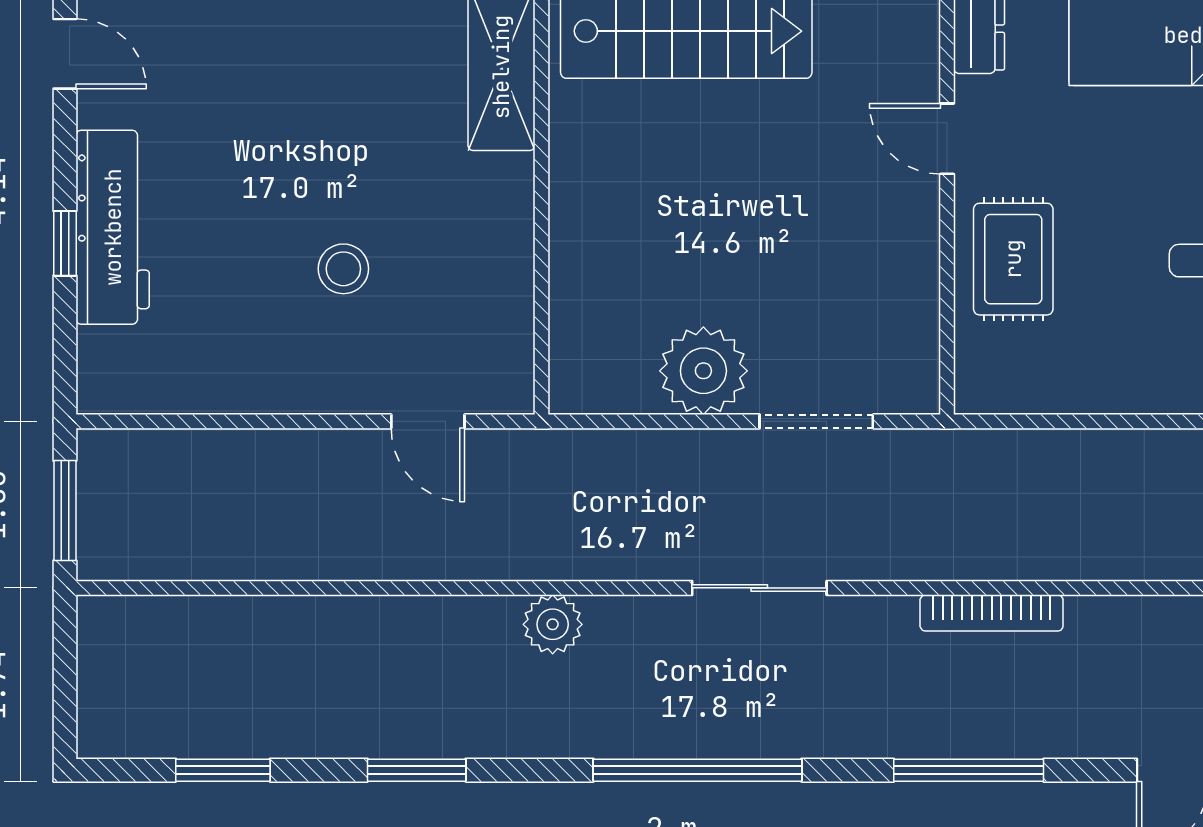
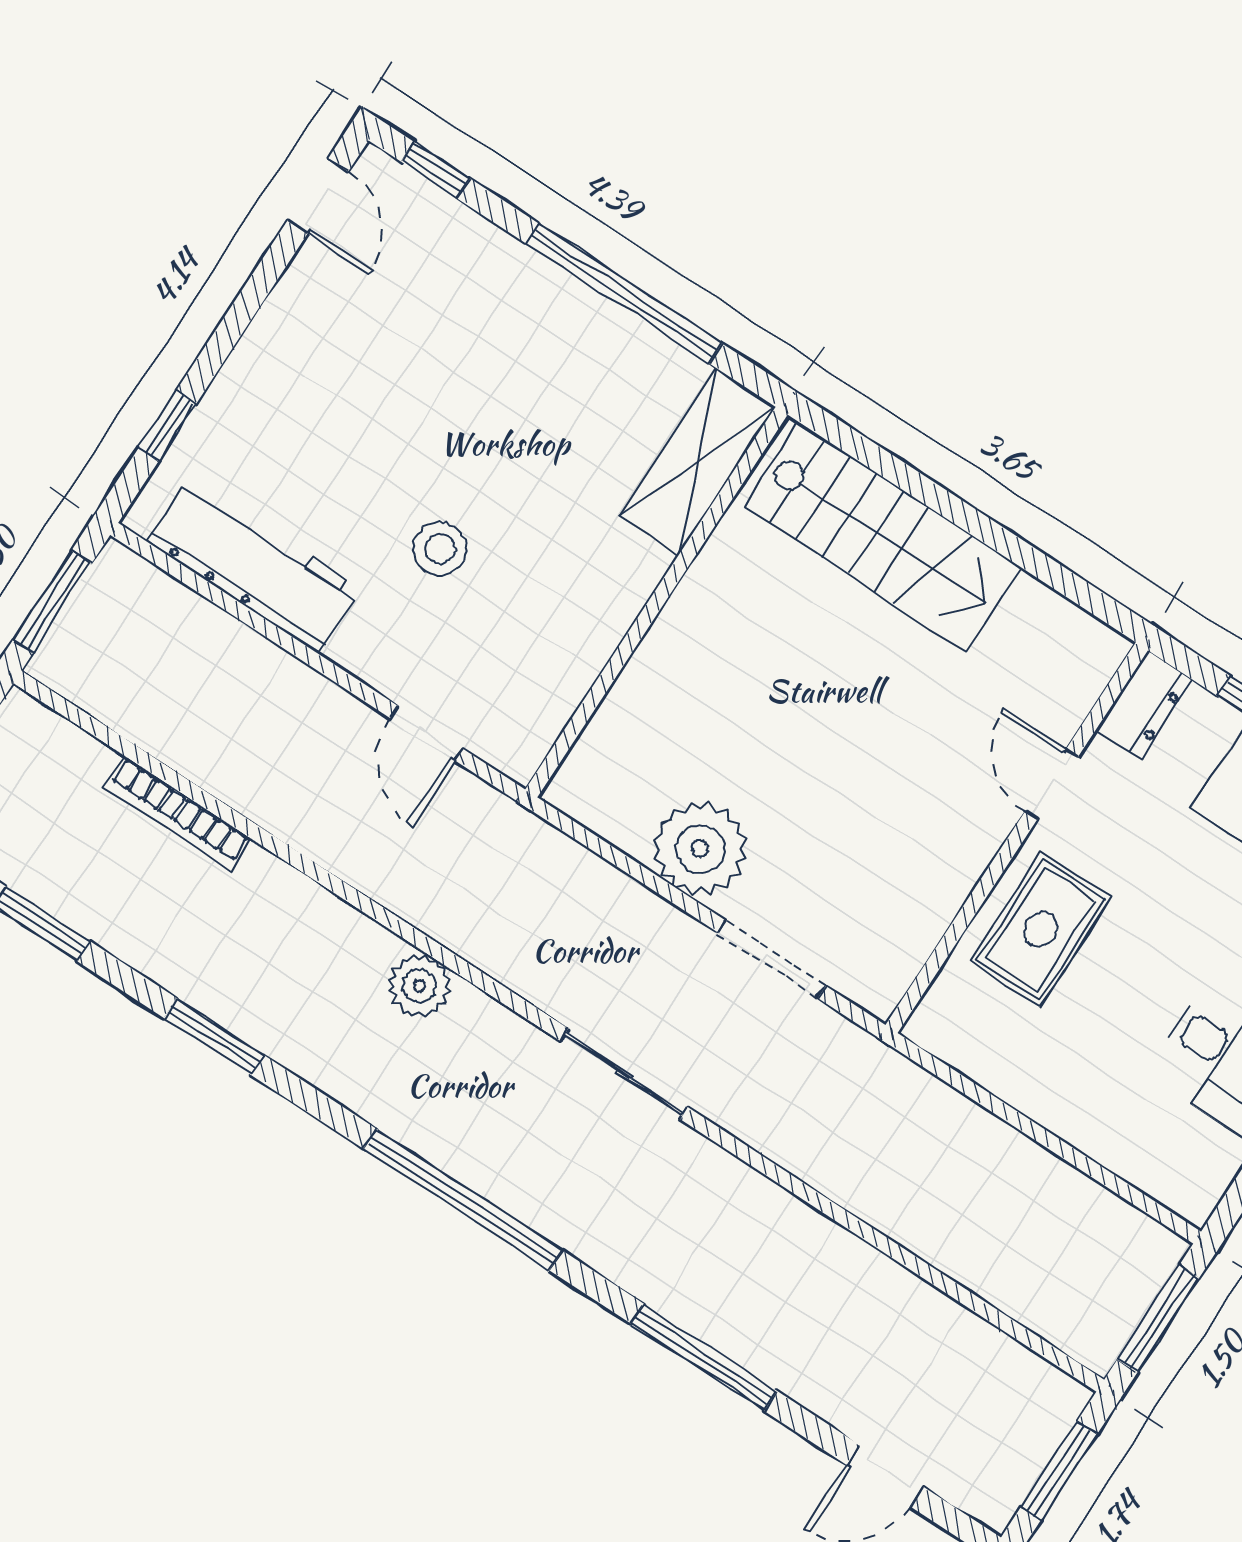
workbench: (113, 227) -> (254, 565), moved, turned -90
window: (65, 243) -> (167, 426), moved
bookcase: (992, 613) -> (177, 813), moved

